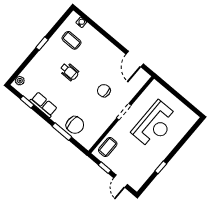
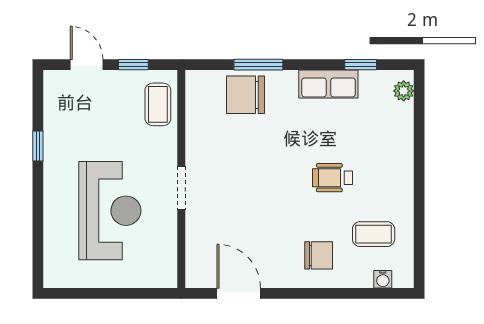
window: (42, 44) -> (419, 186), removed
chair: (104, 91) -> (319, 255), moved
reception desk: (155, 125) -> (110, 211), turned 180

